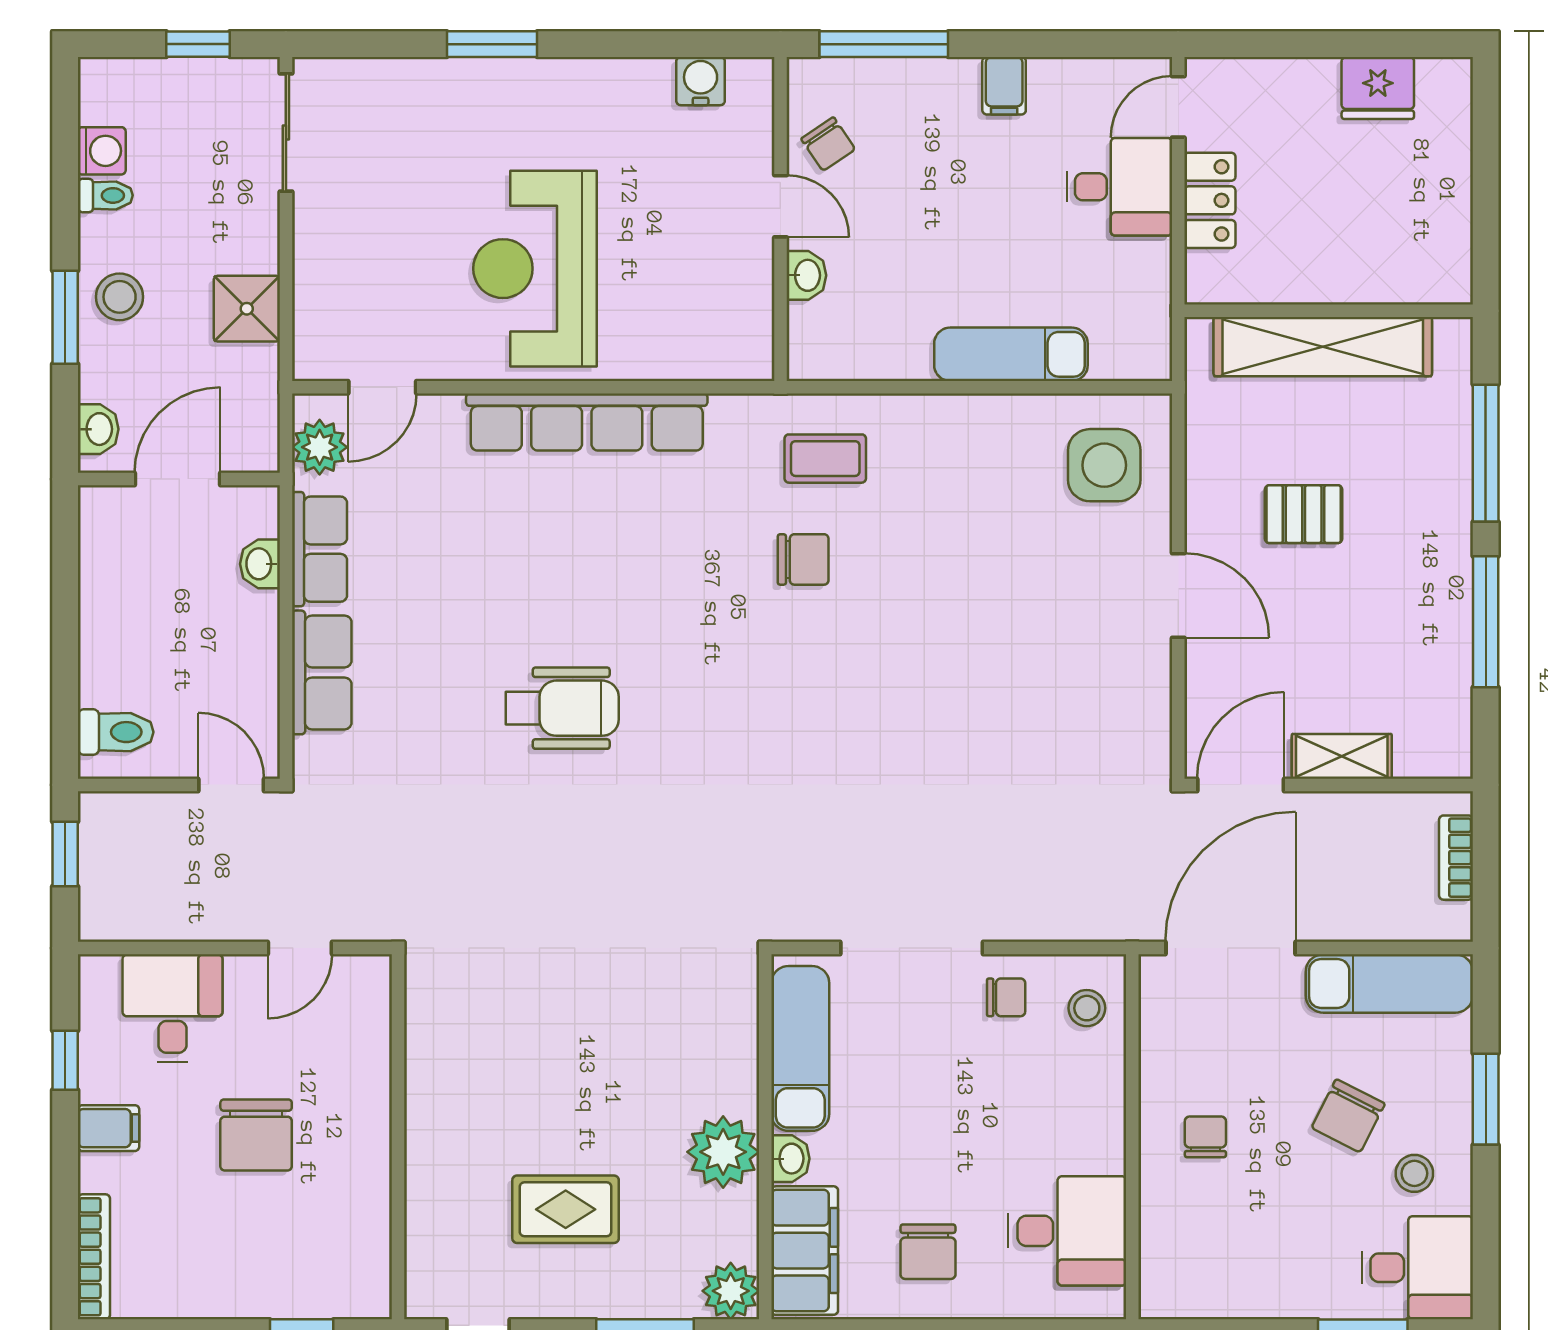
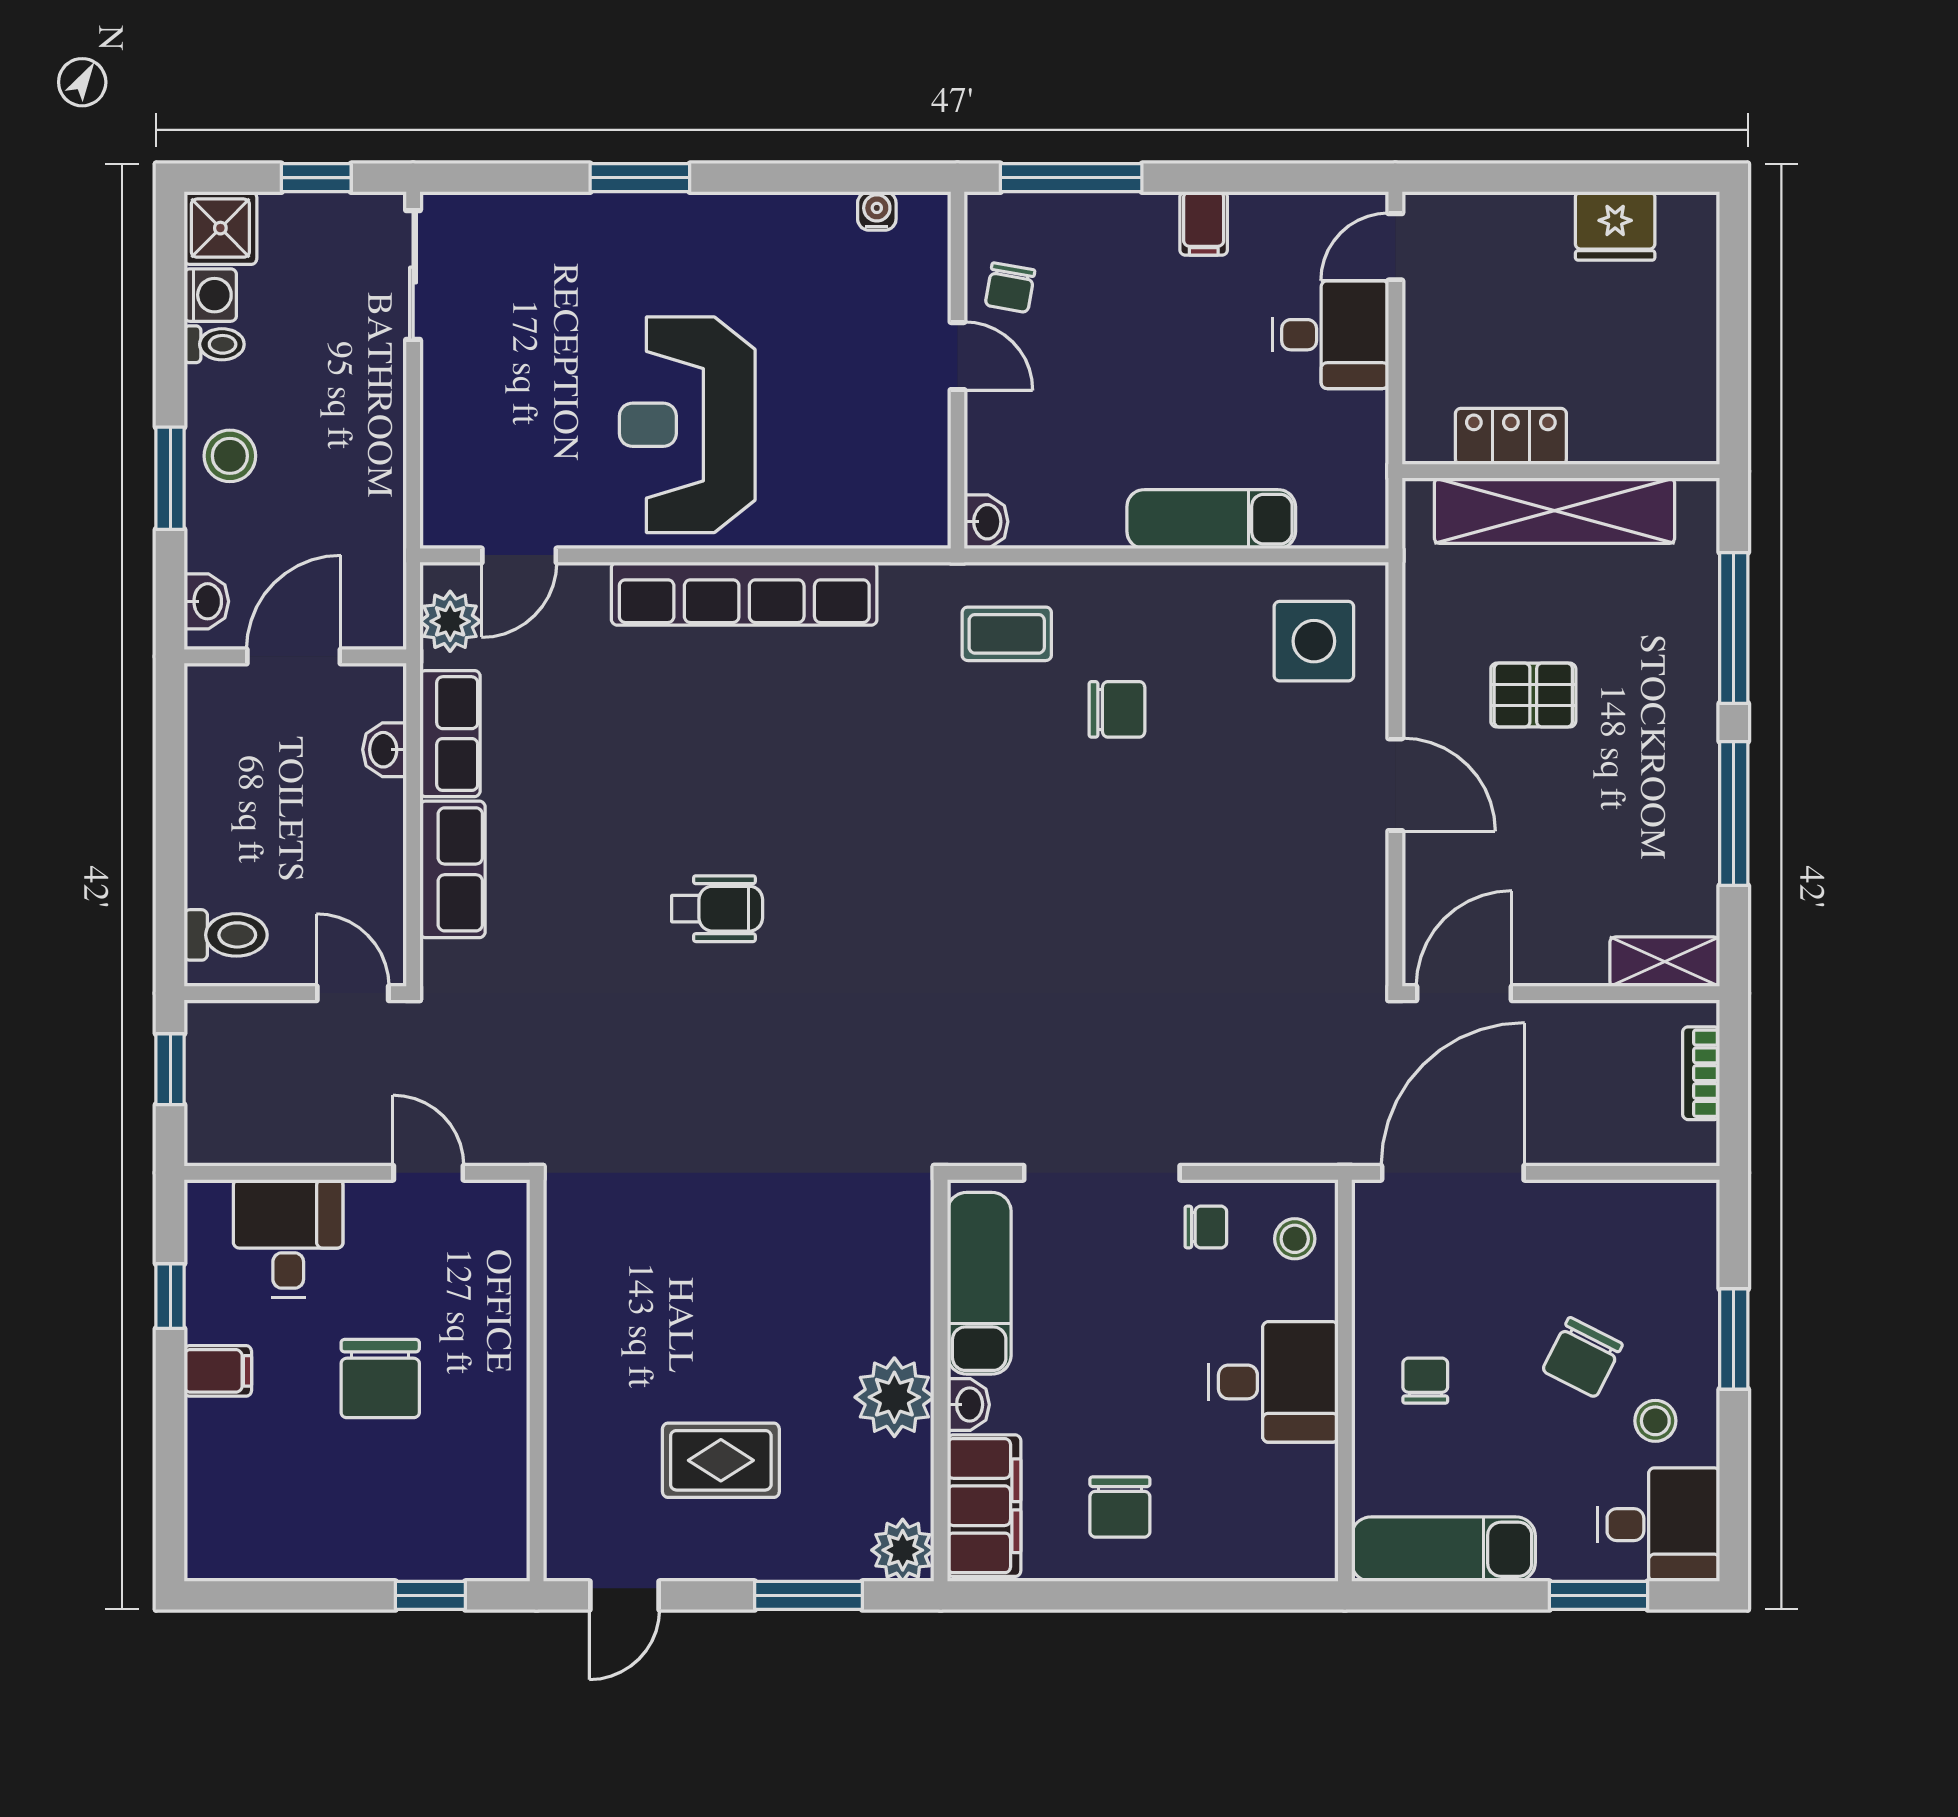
water cooler: (701, 81) -> (877, 211), width x0.72, depth x0.72
chair: (828, 144) -> (1010, 288), turned 44
locker: (1210, 200) -> (1511, 436), moved, turned -90
washbasin: (806, 275) -> (986, 522), moved
shower: (247, 309) -> (220, 228), moved
chair: (803, 559) -> (1117, 709), moved
wheelchair: (562, 708) -> (717, 909), width x0.73, depth x0.73
shelving: (1342, 756) -> (1665, 962), moved
door: (300, 948) -> (428, 1173), swing flipped
exam couch: (1389, 983) -> (1443, 1549), moved, turned 180
desk: (1067, 1231) -> (1273, 1382), moved
bookcase: (94, 1257) -> (202, 1513), removed

